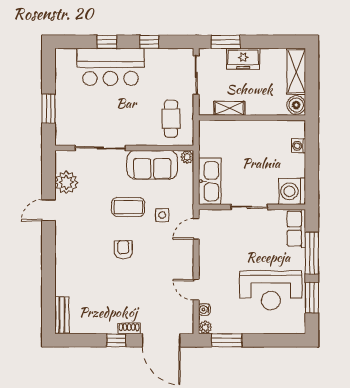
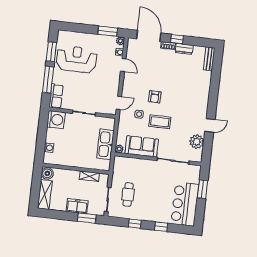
bar counter: (110, 67) -> (185, 204), moved, turned -90
cafe table: (171, 119) -> (128, 195), moved
kitchen sink: (210, 181) -> (105, 144), moved
armchair: (123, 250) -> (155, 97), moved
dresser: (103, 326) -> (184, 49), added

